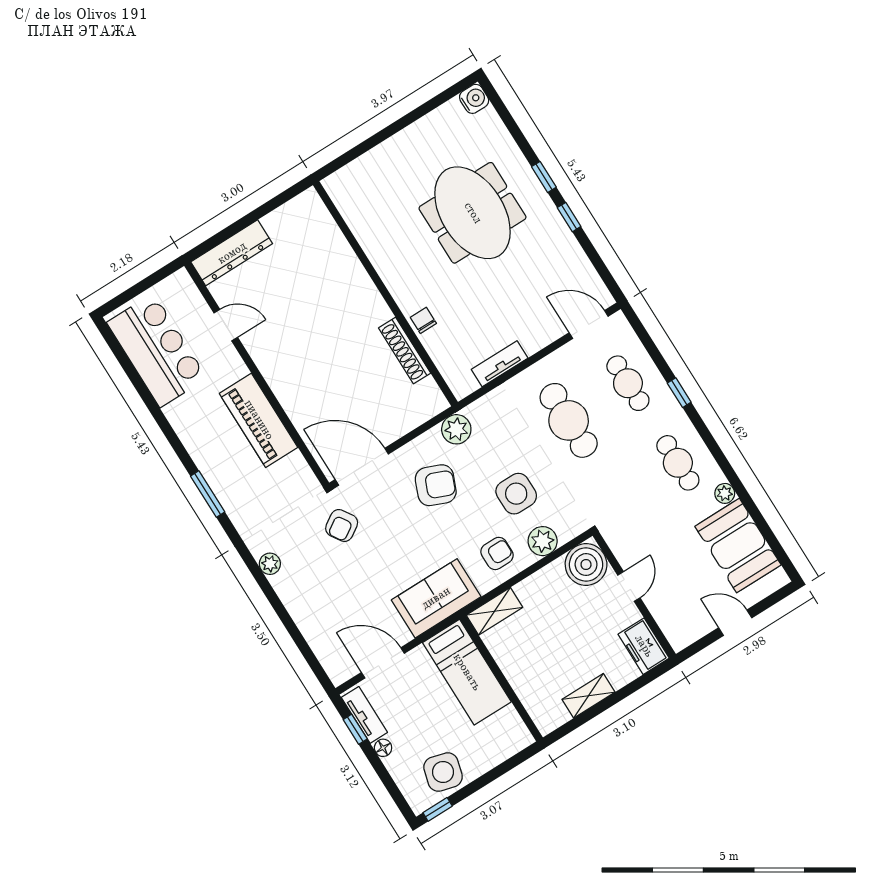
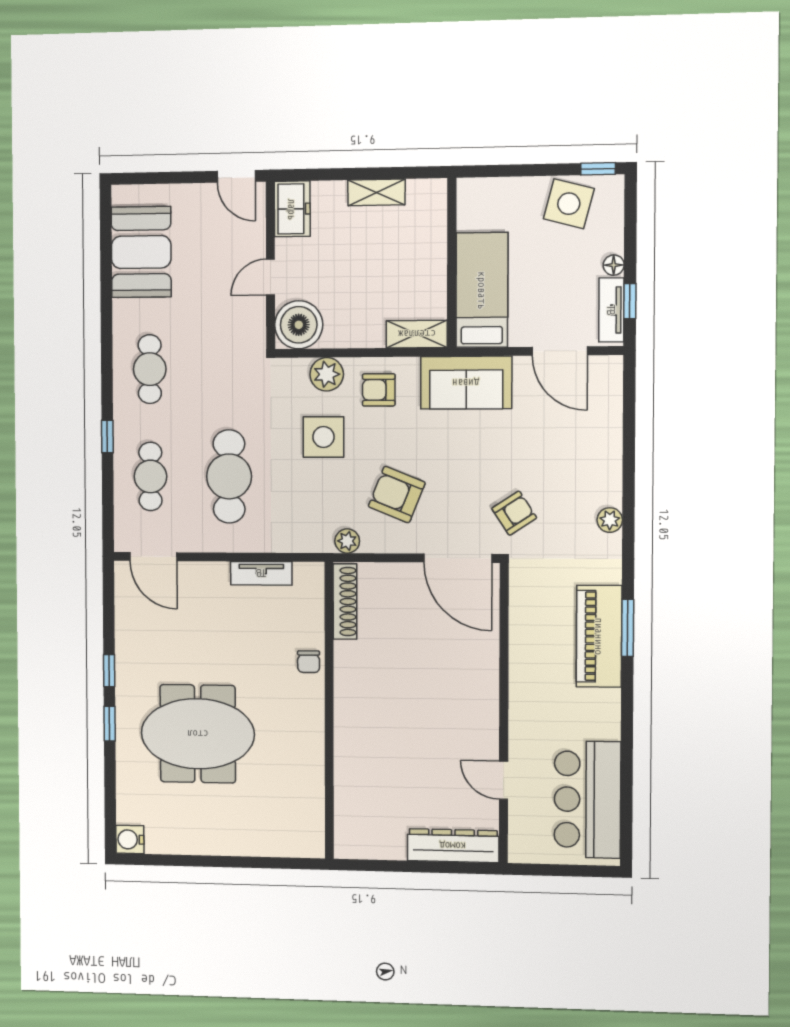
meeting table: (473, 213) -> (198, 734), turned 90
shoe rack: (405, 351) -> (345, 601), moved
piano: (259, 420) -> (599, 636), moved, turned 180
plant: (456, 429) -> (347, 541), width x0.73, depth x0.73
plant: (725, 493) -> (123, 311), removed
door: (735, 623) -> (236, 176), moved

